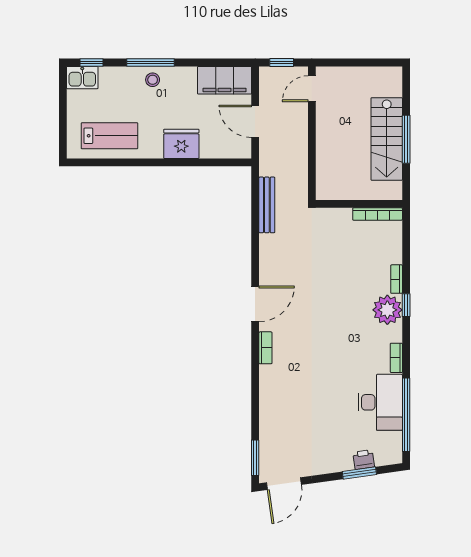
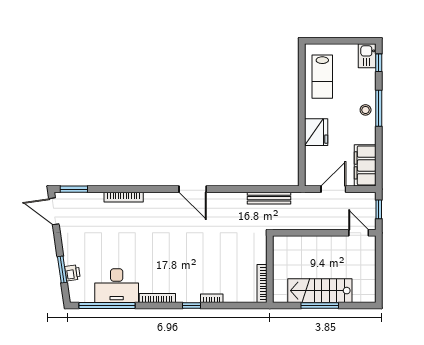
plant: (387, 310) -> (188, 291), removed
bookcase: (265, 348) -> (124, 197), moved, width x1.56
bookcase: (396, 358) -> (157, 298), width x1.56

